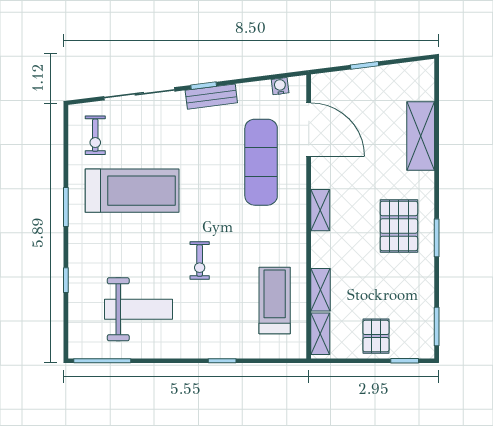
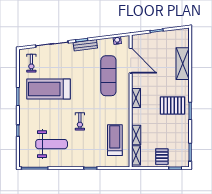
treadmill: (132, 191) -> (49, 89), turned 180
pallet: (399, 226) -> (173, 105), turned 90

